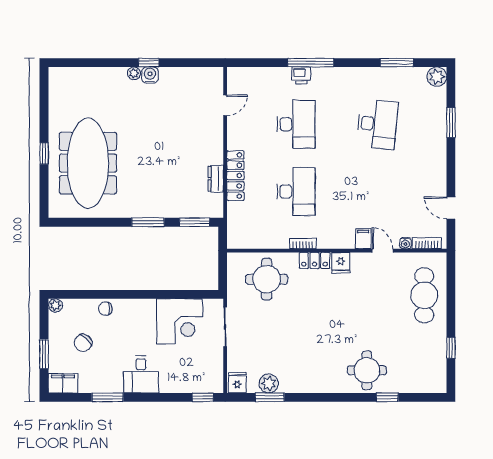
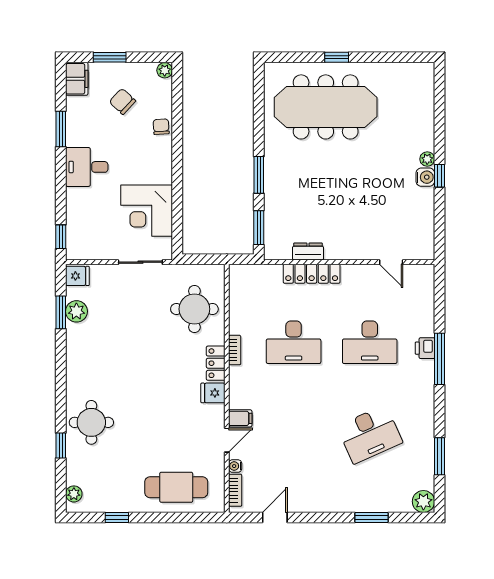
desk: (377, 124) -> (370, 434), turned -30
plant: (430, 386) -> (74, 494), added

